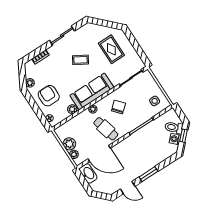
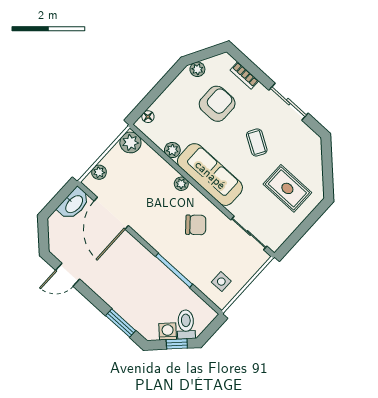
rug: (111, 49) -> (287, 188), turned 90
armchair: (49, 96) -> (217, 104), moved
cafe table: (106, 129) -> (155, 214), removed
plant: (69, 144) -> (130, 142), moved
window: (148, 174) -> (121, 323), moved
door: (128, 188) -> (68, 275), hinge flipped

